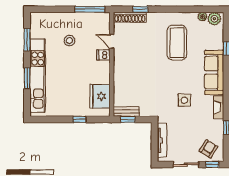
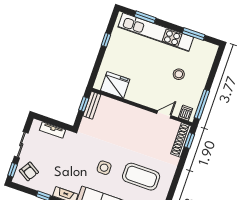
window: (140, 9) -> (189, 141), moved
dishwasher: (103, 55) -> (185, 113), moved
window: (27, 78) -> (145, 17), moved
side table: (184, 100) -> (104, 168), moved
window: (79, 119) -> (106, 40), moved
tv unit: (162, 140) -> (53, 130), width x0.71

